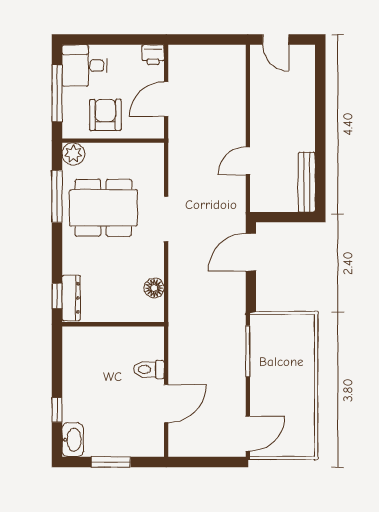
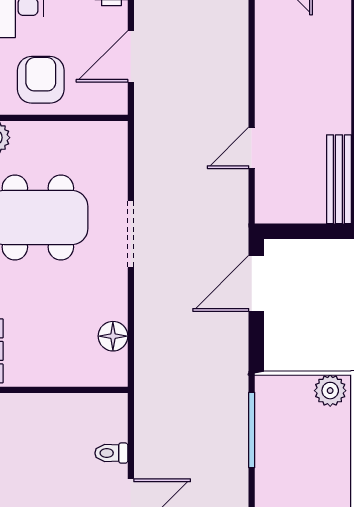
plant: (301, 325) -> (330, 391), added
toilet: (149, 369) -> (111, 453), width x0.73, depth x0.72

